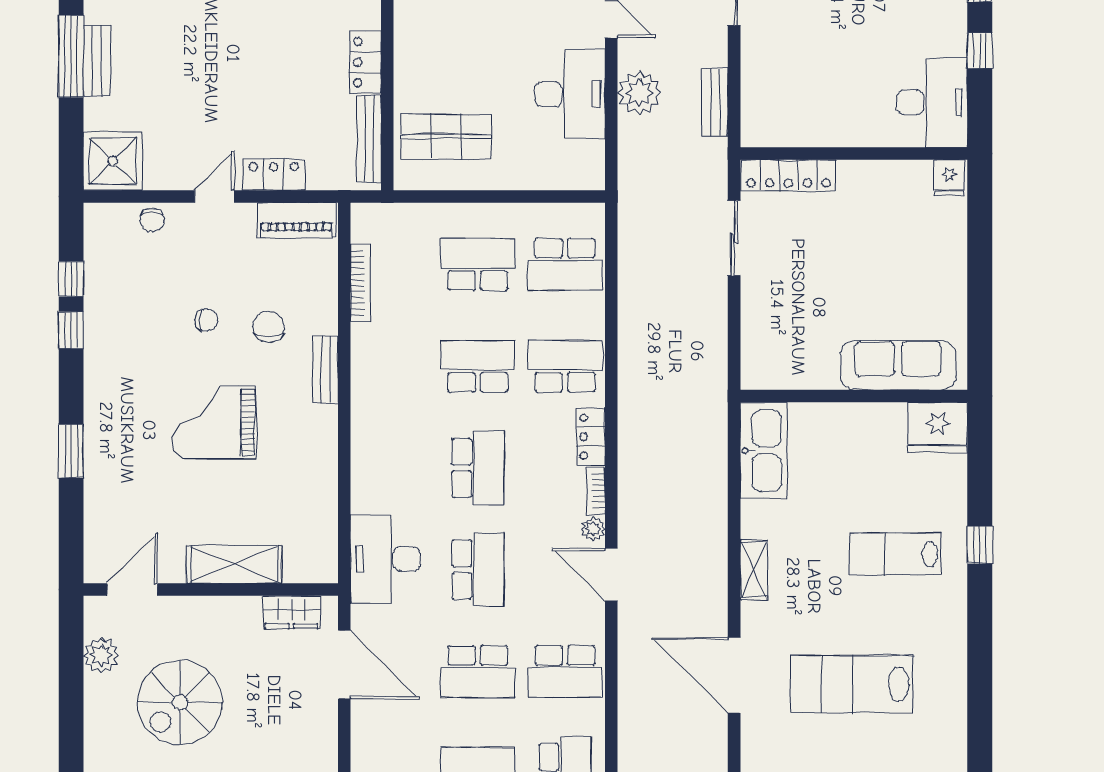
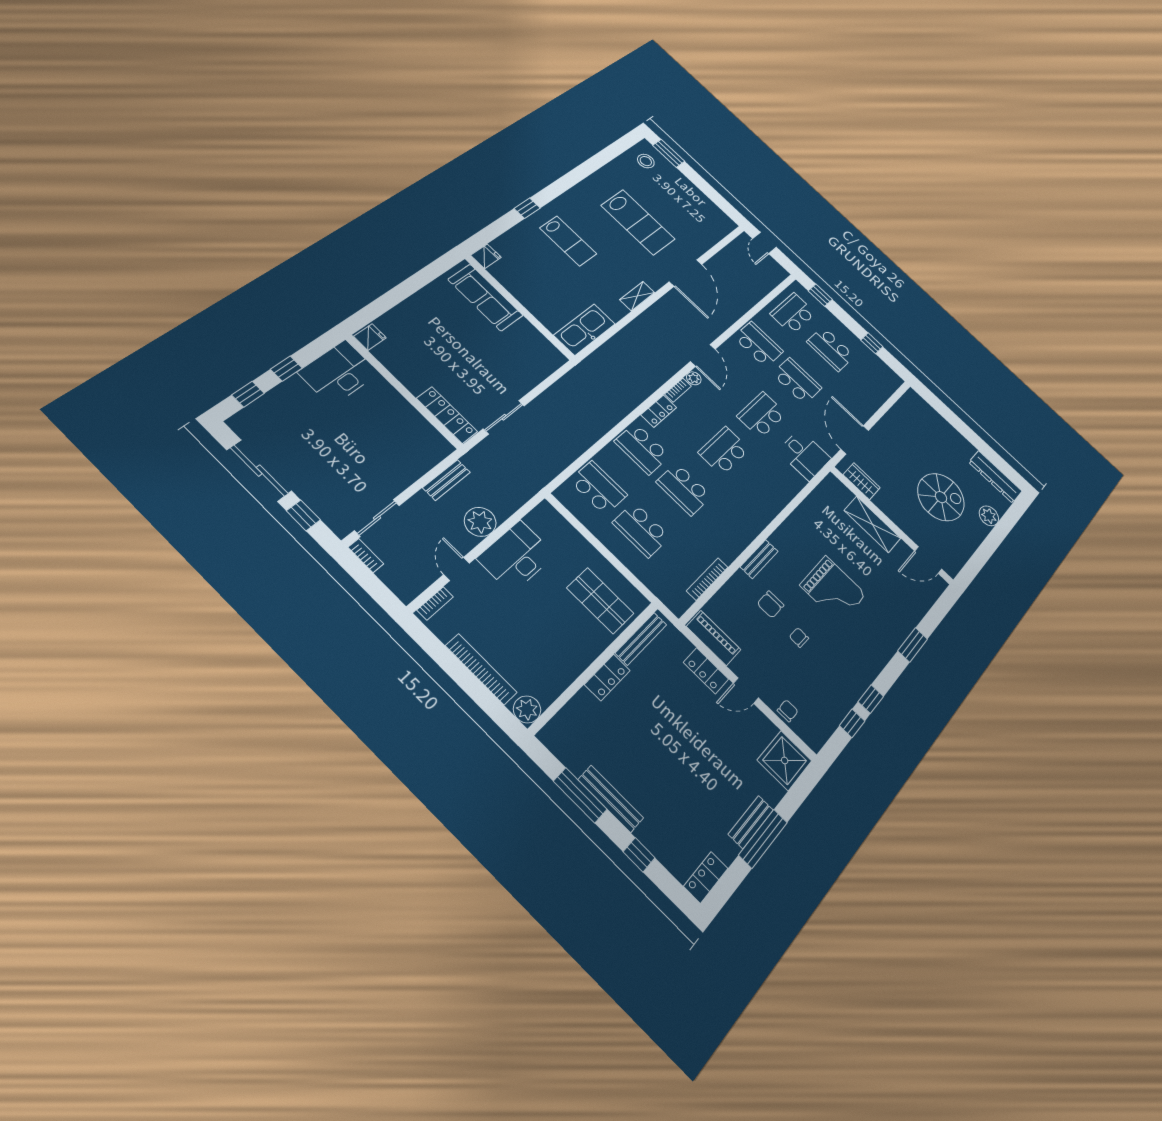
fridge: (938, 427) -> (486, 256), width x0.53, depth x0.75
desk: (385, 559) -> (804, 455), width x0.73
plant: (101, 655) -> (989, 516), moved

